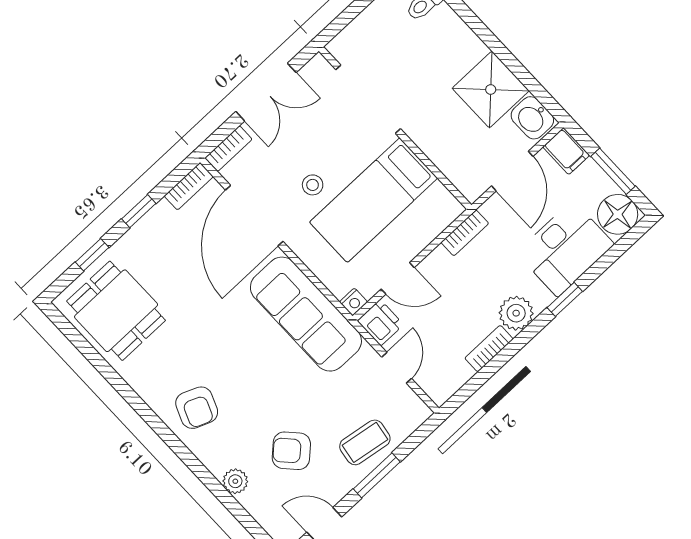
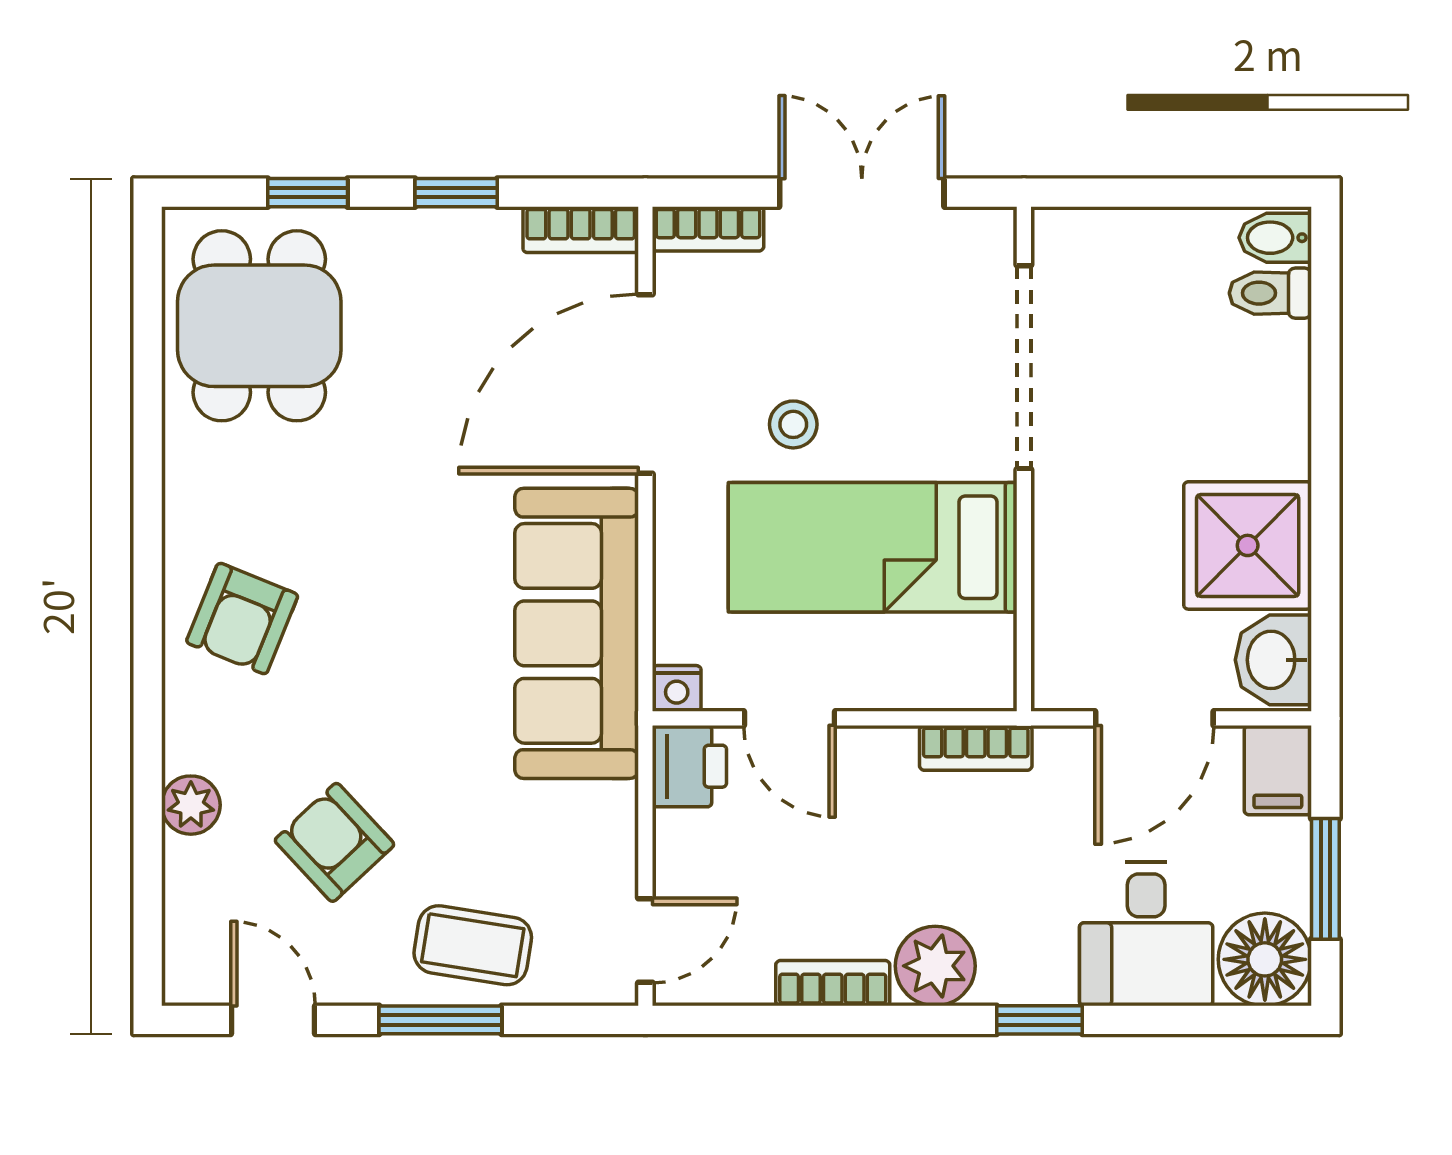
double door: (266, 92) -> (862, 193), swing flipped
desk: (565, 249) -> (1146, 934), width x0.73
door: (397, 368) -> (645, 941), moved

